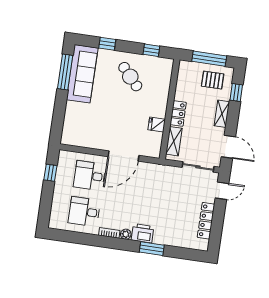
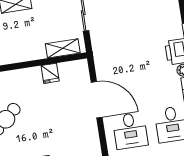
locker: (178, 114) -> (30, 53), removed

